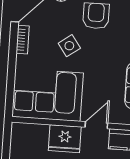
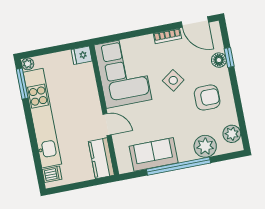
fridge: (65, 139) -> (82, 55), moved, width x0.53, depth x0.75

